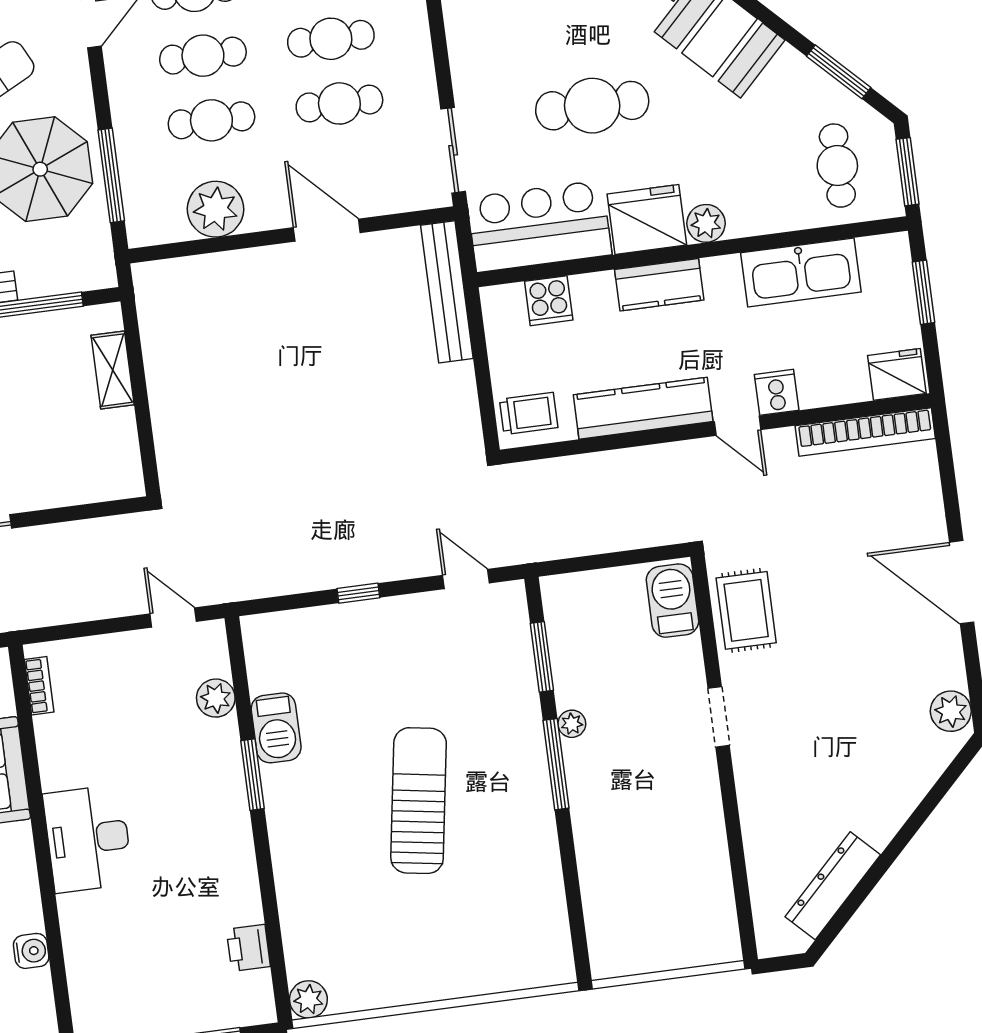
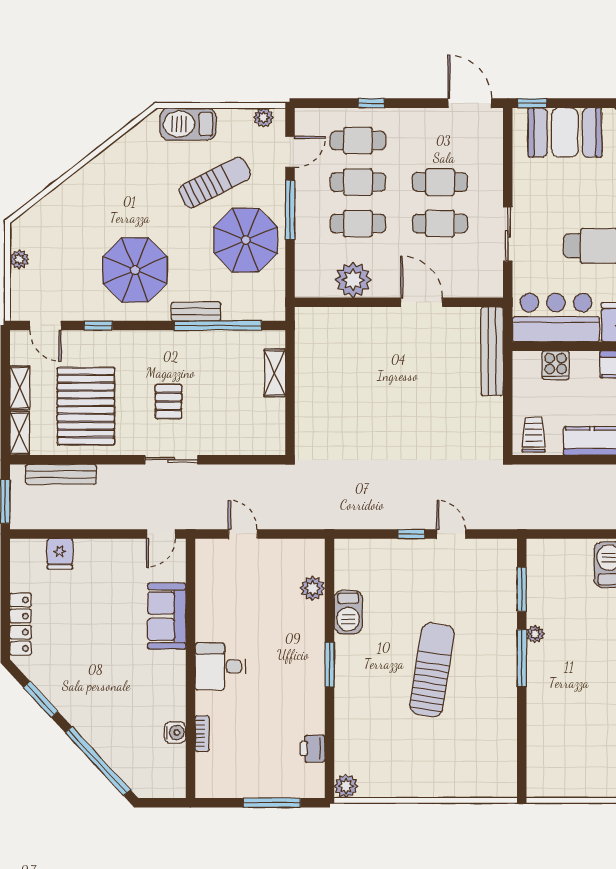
sliding door: (453, 150) -> (508, 234), moved
window: (111, 175) -> (290, 210), moved
trolley: (529, 413) -> (534, 435), turned -90
door: (466, 579) -> (451, 534), moved
door: (173, 618) -> (243, 534), moved
bookcase: (39, 686) -> (202, 734), moved
window: (253, 775) -> (329, 665), moved
desk: (88, 839) -> (220, 666), width x0.73

